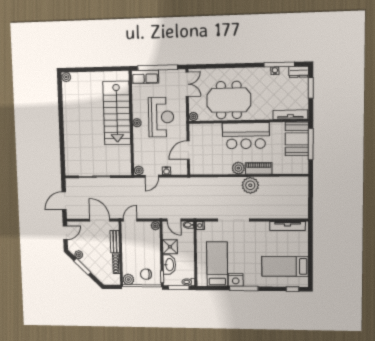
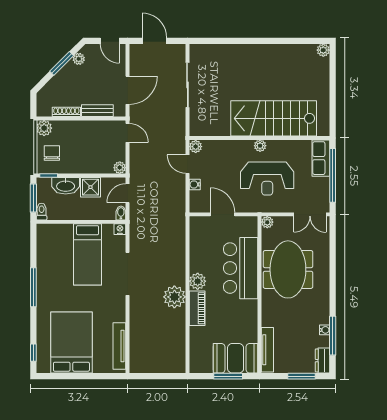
bar counter: (246, 136) -> (241, 268), moved
window: (311, 144) -> (228, 376), width x0.69
bed: (217, 264) -> (88, 254), moved, turned 90
bed: (285, 266) -> (71, 343), width x1.50
nightstand: (236, 280) -> (45, 276), removed

